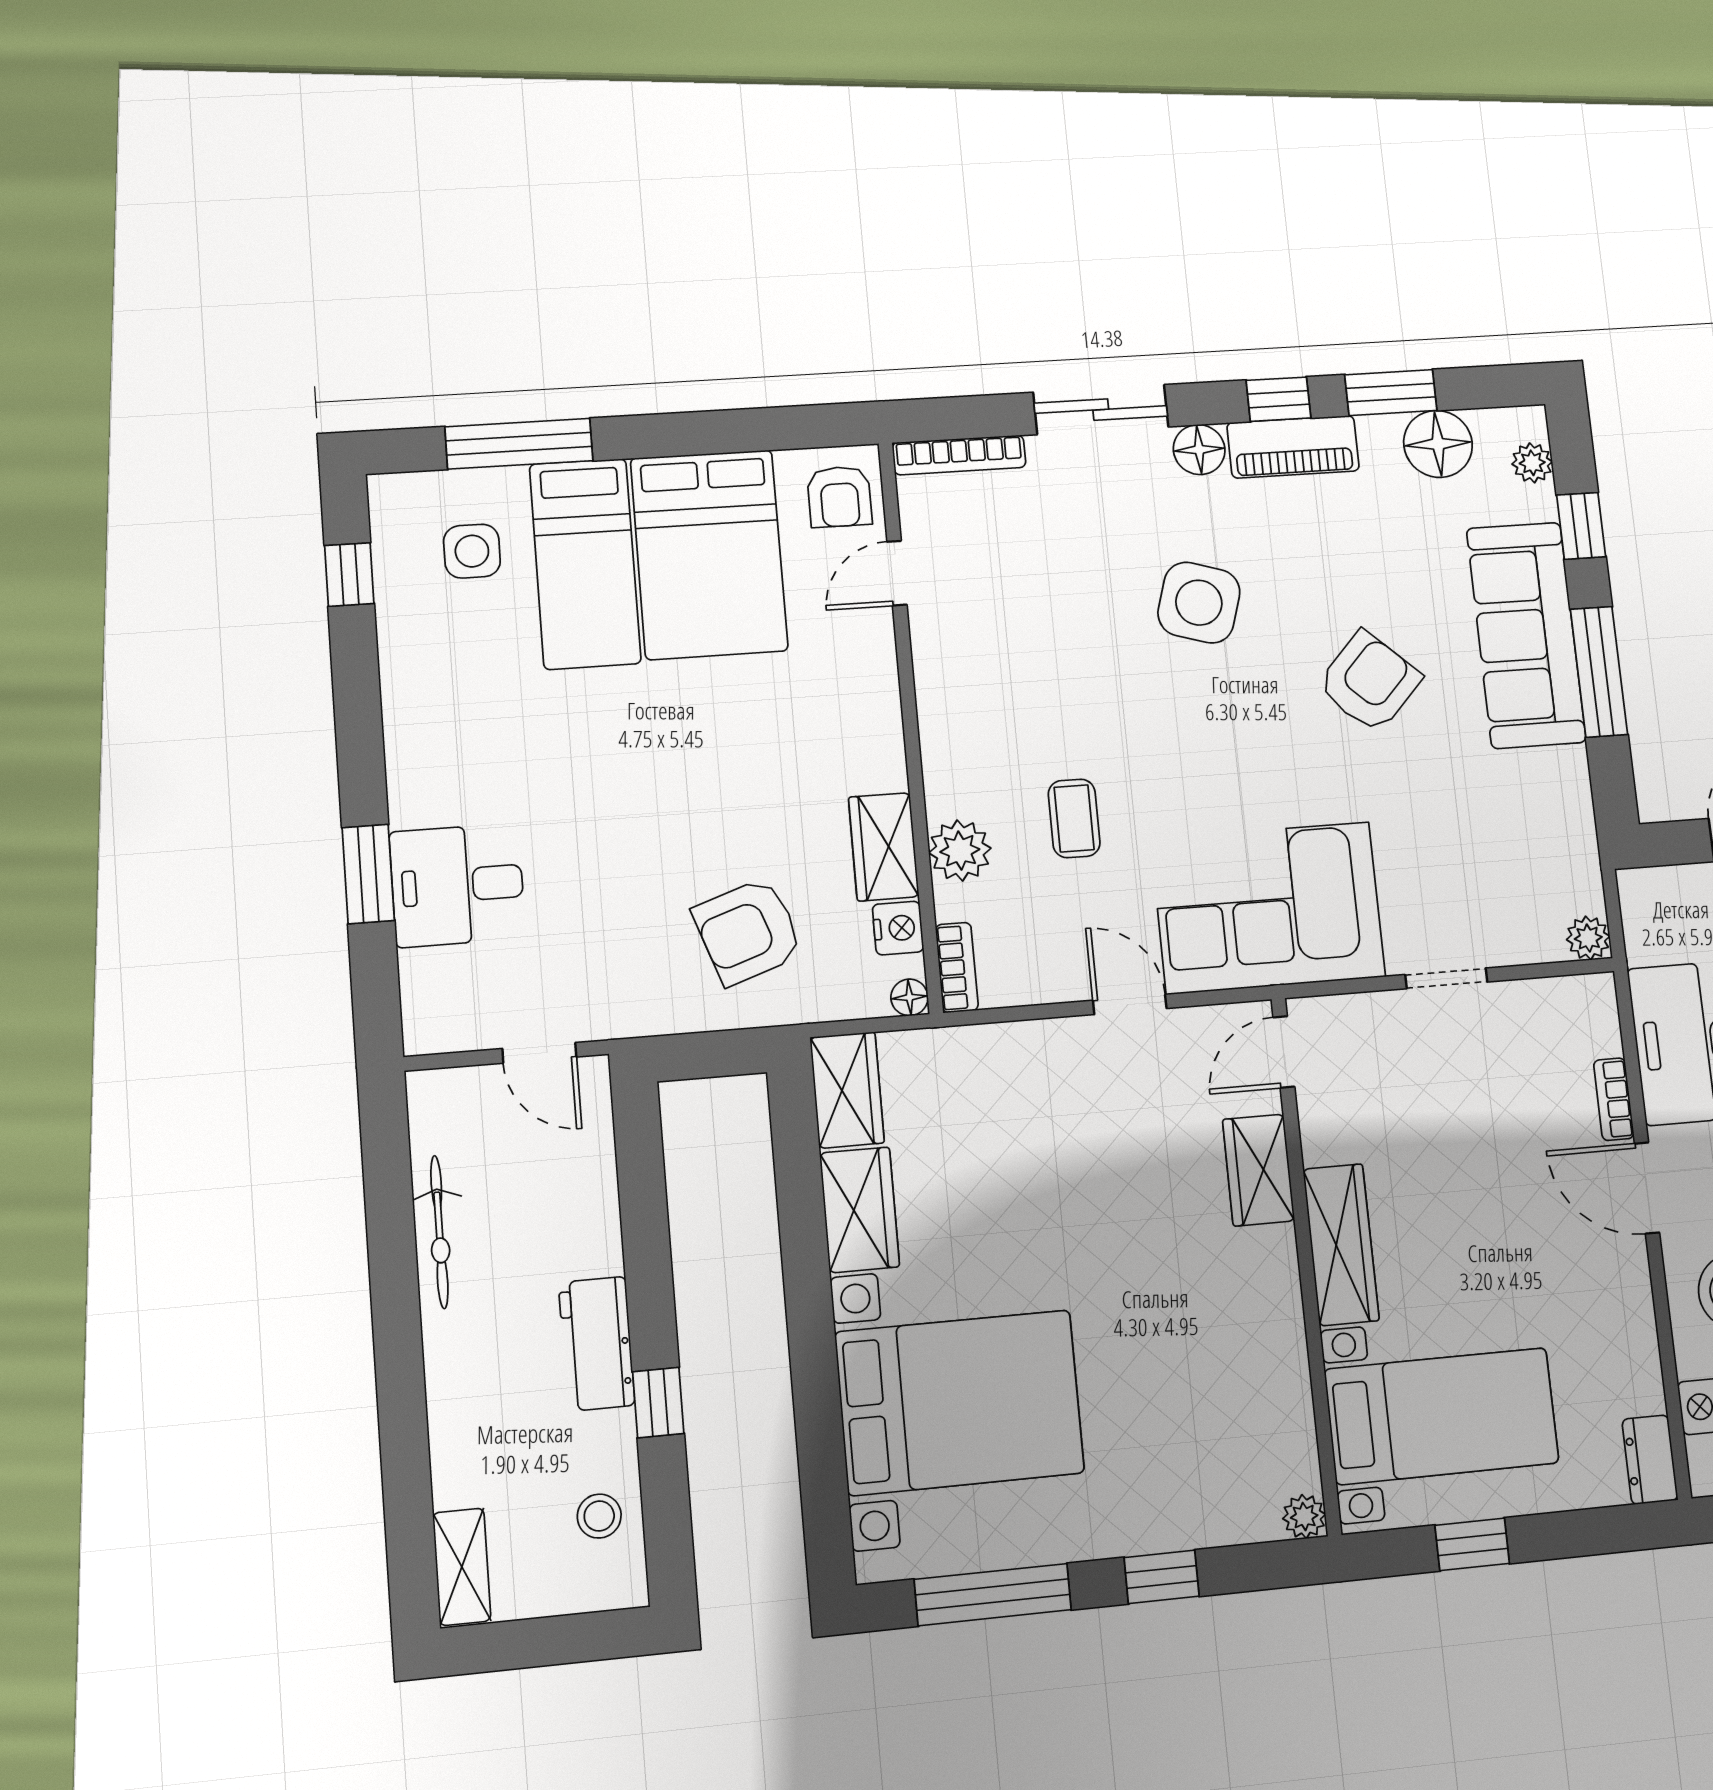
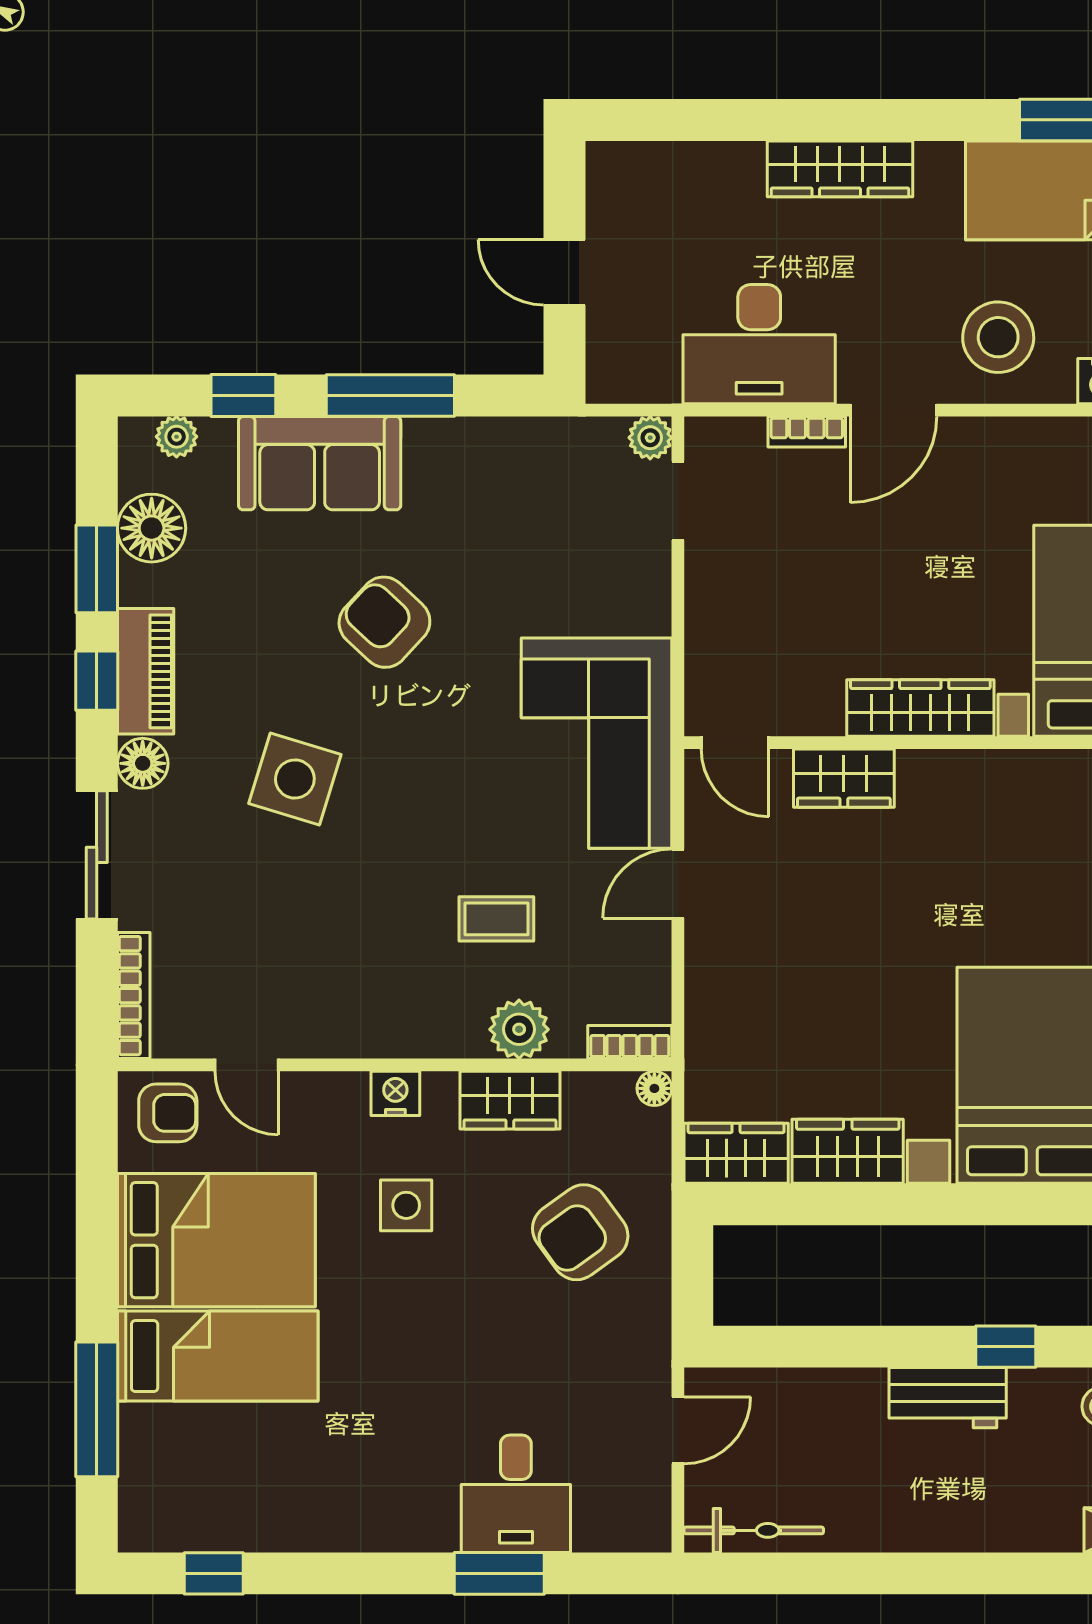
side table: (472, 551) -> (406, 1205), moved
sofa: (1526, 635) -> (320, 463), width x0.73
nightstand: (898, 928) -> (395, 1093), moved
armchair: (748, 931) -> (580, 1232), turned 73
doorway: (1446, 978) -> (678, 501), moved
bicycle: (439, 1232) -> (754, 1530), moved

